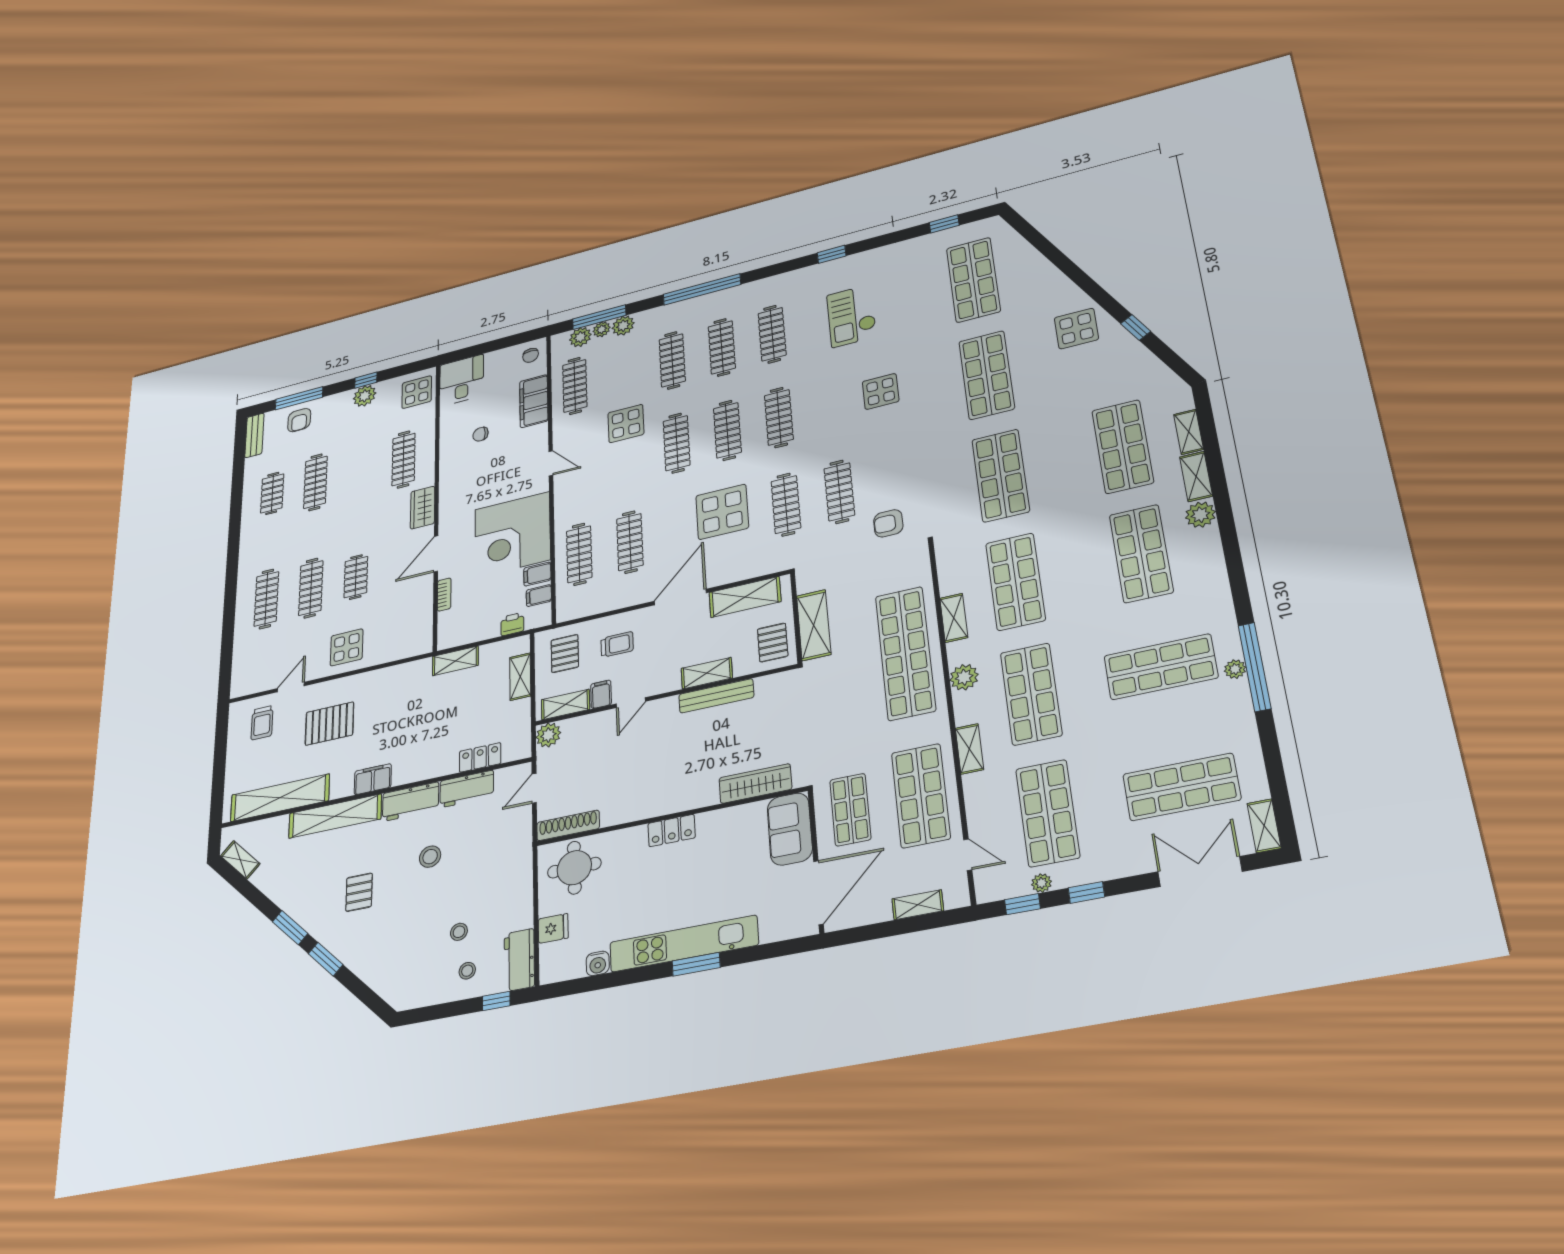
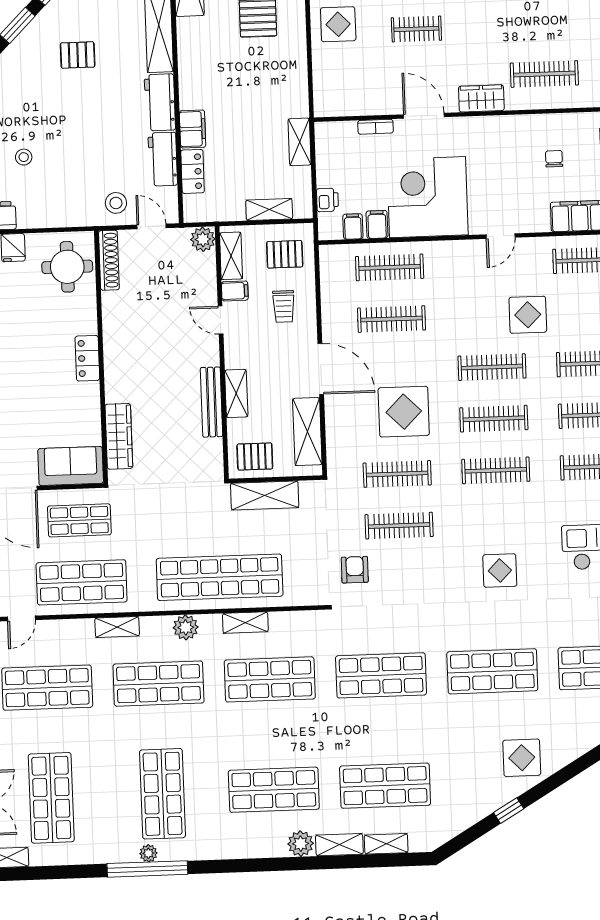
filing cabinet: (373, 779) -> (192, 129), moved
stool: (430, 857) -> (116, 203), moved

